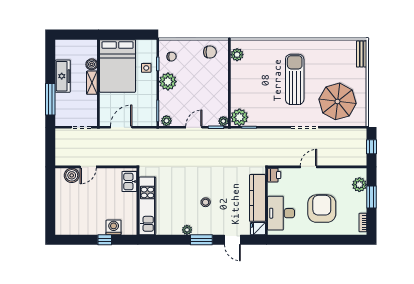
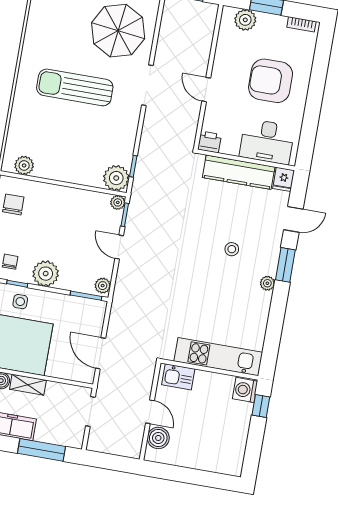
kitchen sink: (129, 181) -> (178, 377), moved
wall: (138, 201) -> (209, 369), moved
kitchen unit: (147, 206) -> (218, 357), moved

